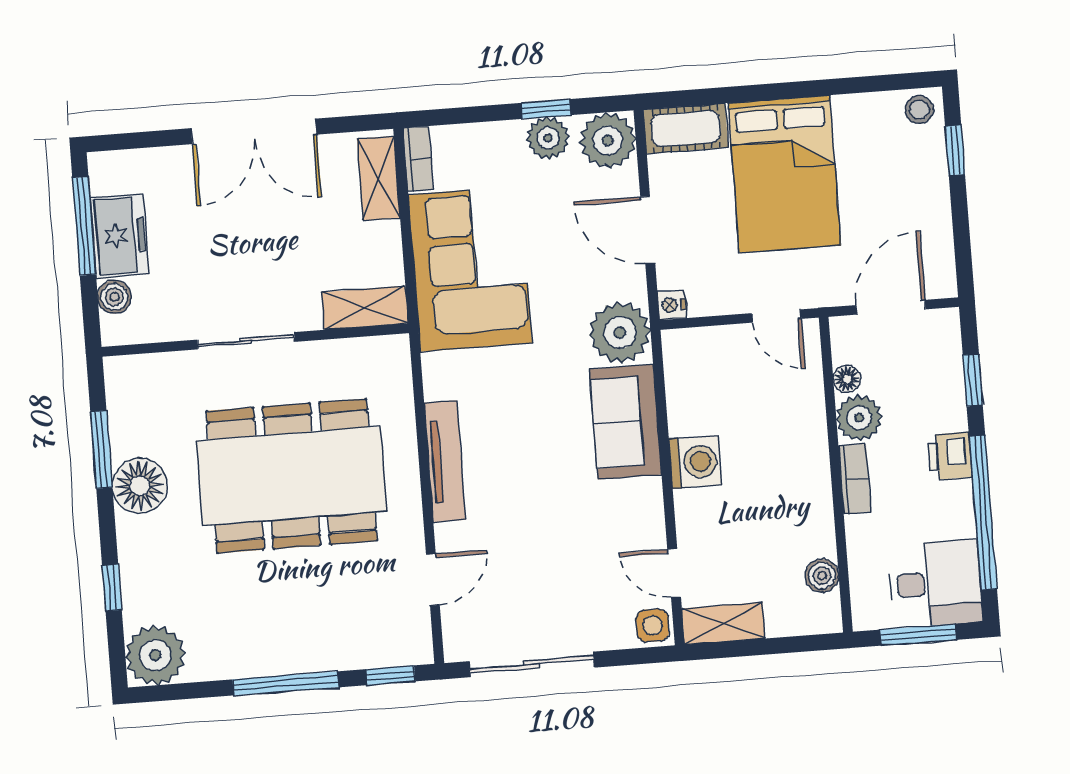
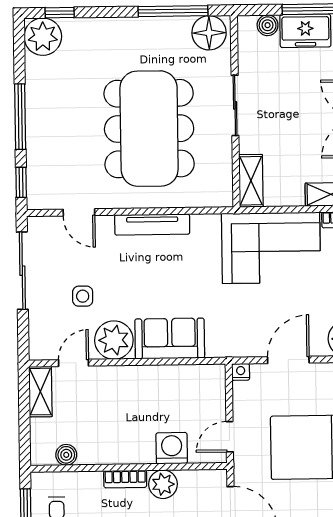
plant: (620, 333) -> (114, 340), moved
floor lamp: (847, 379) -> (188, 478), removed
window: (101, 450) -> (173, 11), width x1.44
washing machine: (695, 462) -> (172, 448), moved, turned 180
floor lamp: (140, 486) -> (209, 33), moved
window: (112, 588) -> (60, 13), moved
side table: (653, 625) -> (83, 296), moved

